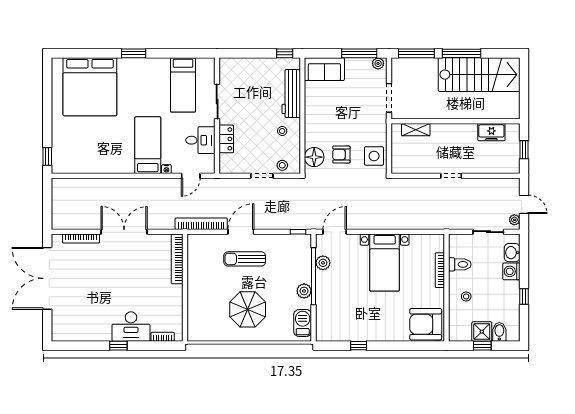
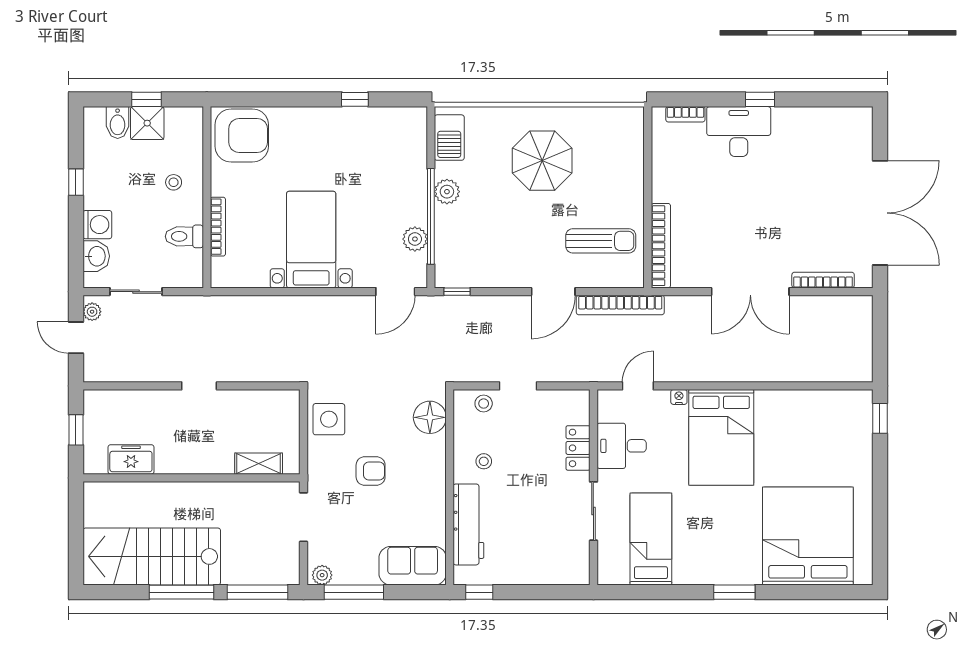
bed: (148, 145) -> (721, 437), width x1.50
armchair: (341, 154) -> (371, 471), moved
sun lounger: (245, 259) -> (601, 241), moved

